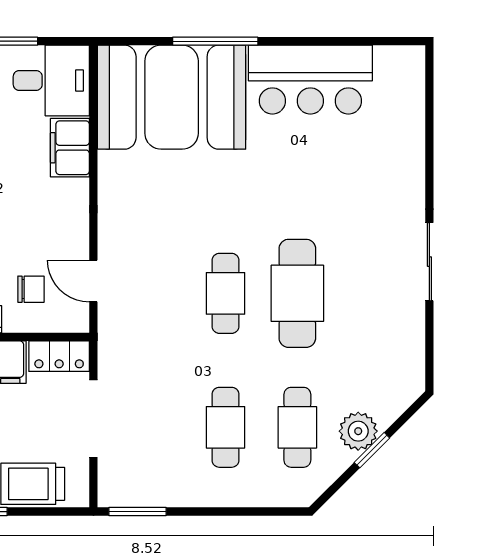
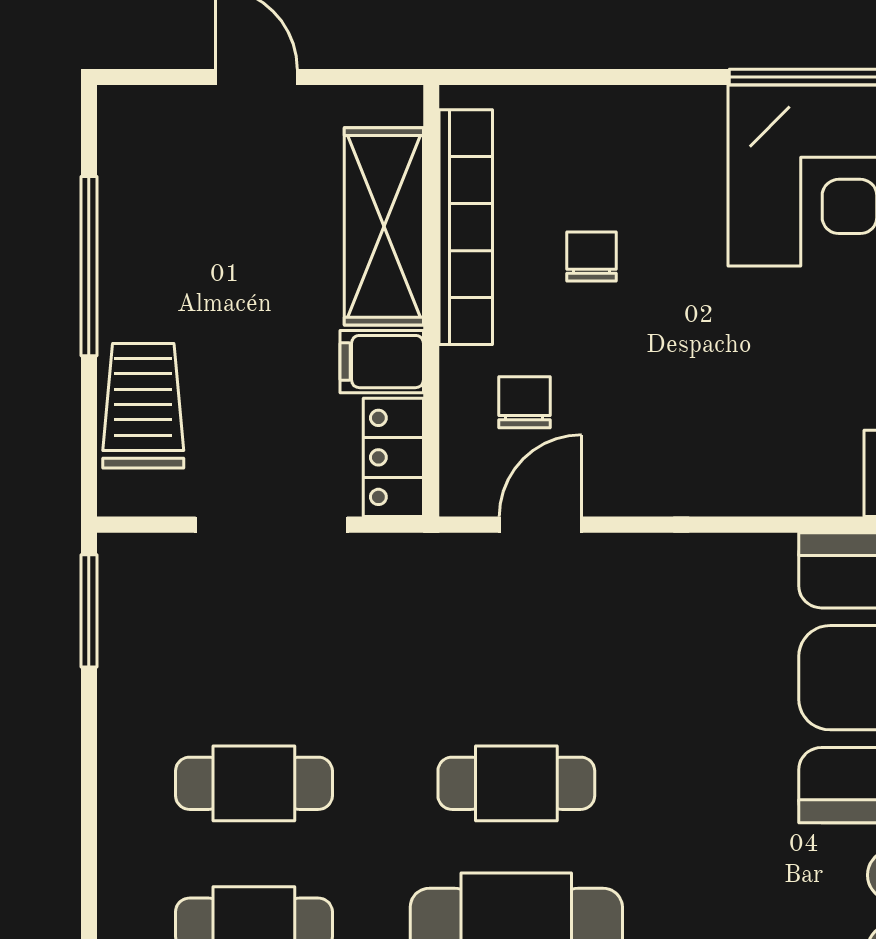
filing cabinet: (70, 148) -> (802, 479), removed
chair: (31, 289) -> (524, 402), turned 180

